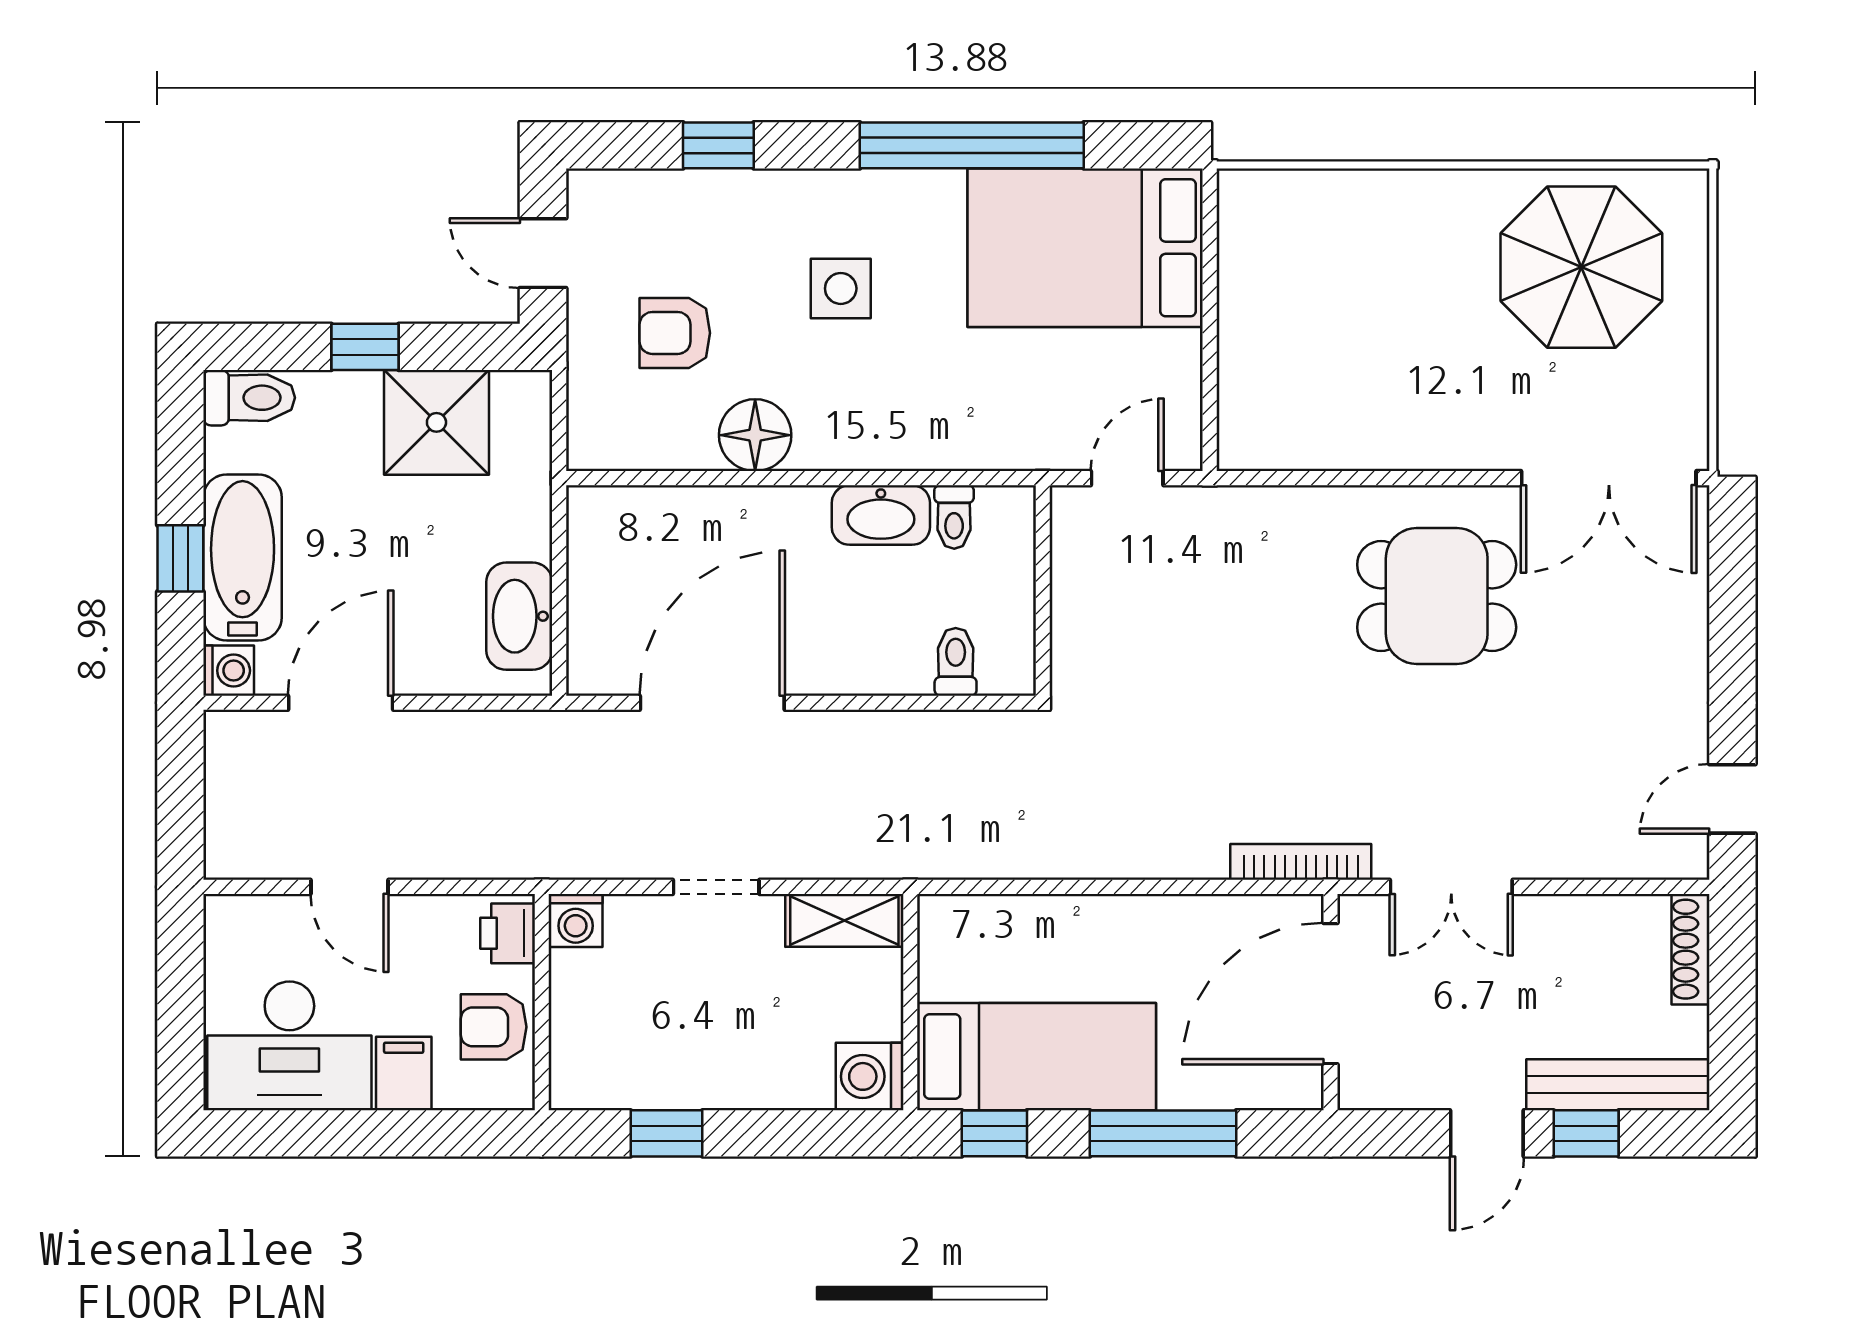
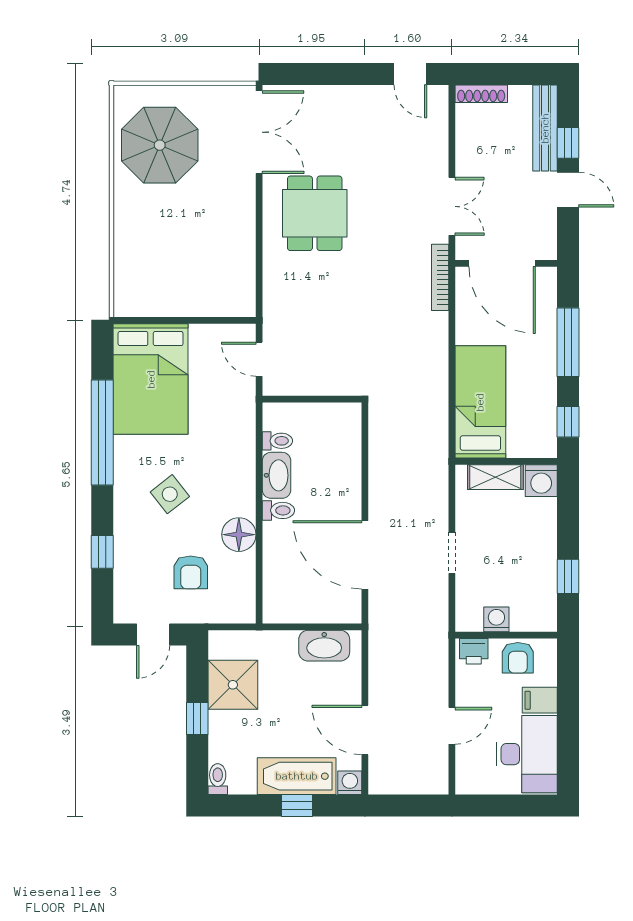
side table: (841, 288) -> (170, 494), turned -38
toilet: (249, 398) -> (218, 779), width x0.73, depth x0.72
toilet: (956, 662) -> (278, 510), moved, turned 180
washing machine: (576, 920) -> (496, 619), moved, turned -90
shelving: (844, 920) -> (495, 477), moved, turned 90
bed: (1037, 1057) -> (480, 402), moved

